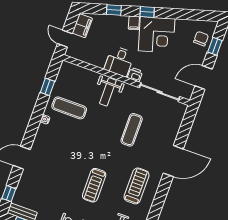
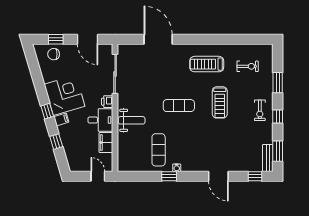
filing cabinet: (82, 26) -> (106, 143), moved, turned -90
door: (65, 39) -> (98, 176), swing flipped
window: (47, 87) -> (169, 176), moved
exercise mat: (132, 130) -> (179, 106), moved
door: (173, 161) -> (158, 39), moved
treadmill: (94, 185) -> (220, 102), turned 90

